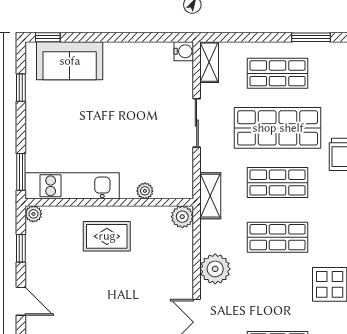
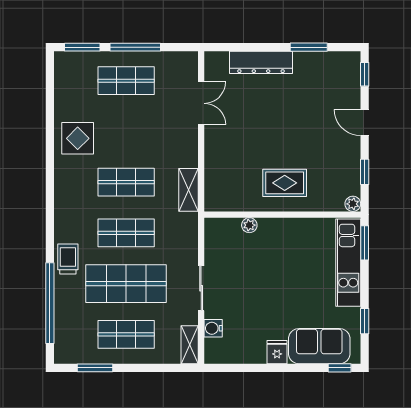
water cooler: (184, 51) -> (213, 328), moved
fridge: (115, 54) -> (277, 352), added
kitchen unit: (72, 186) -> (348, 263), moved, turned 90
shelving: (210, 196) -> (189, 190), moved
plant: (182, 217) -> (215, 201), removed
plant: (215, 269) -> (184, 153), removed

